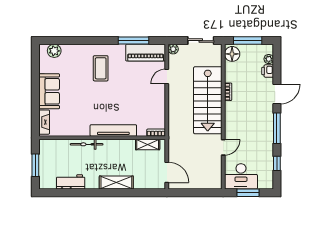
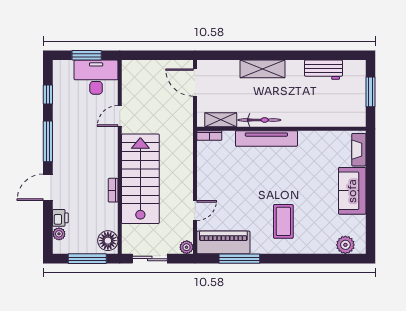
bicycle: (87, 144) -> (259, 120), moved

